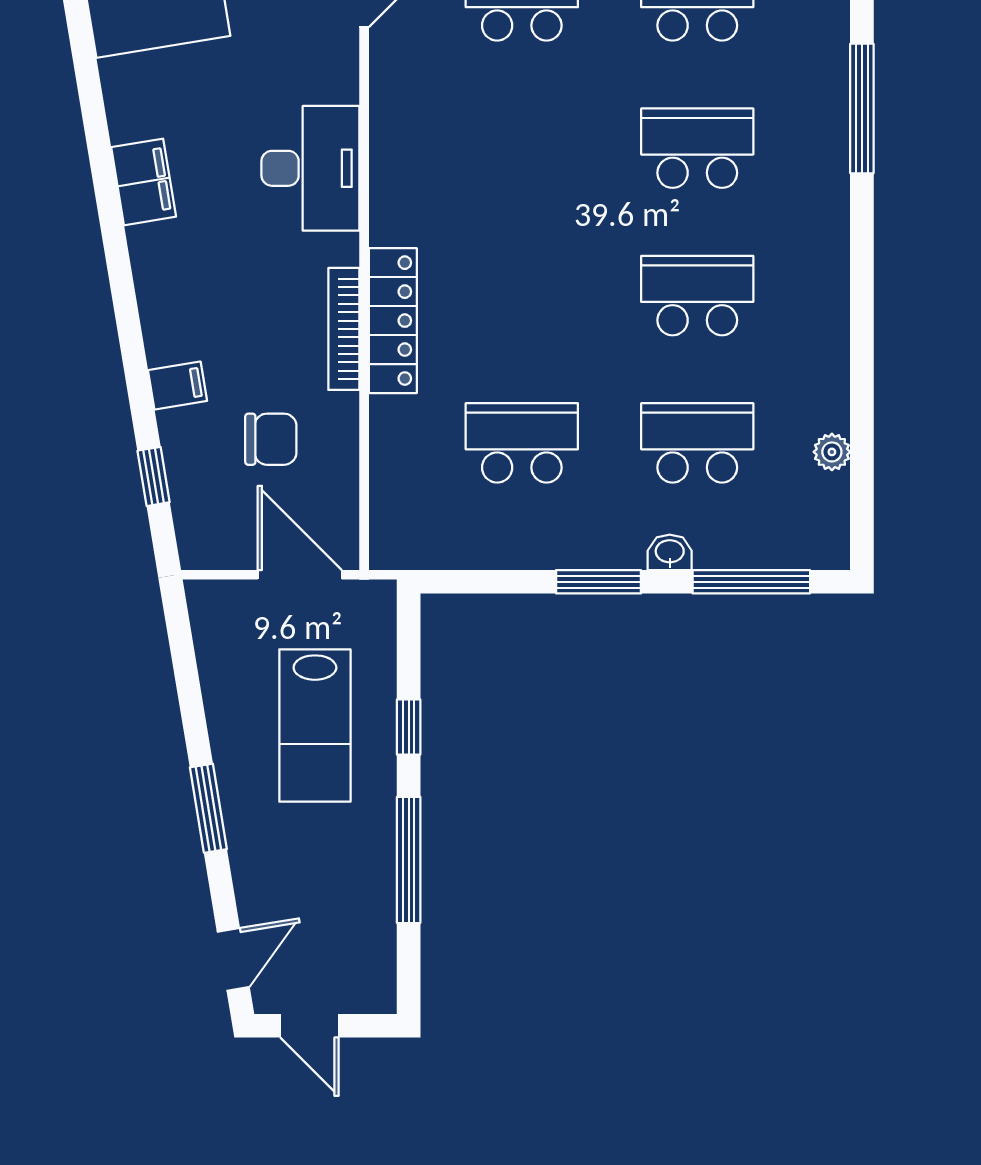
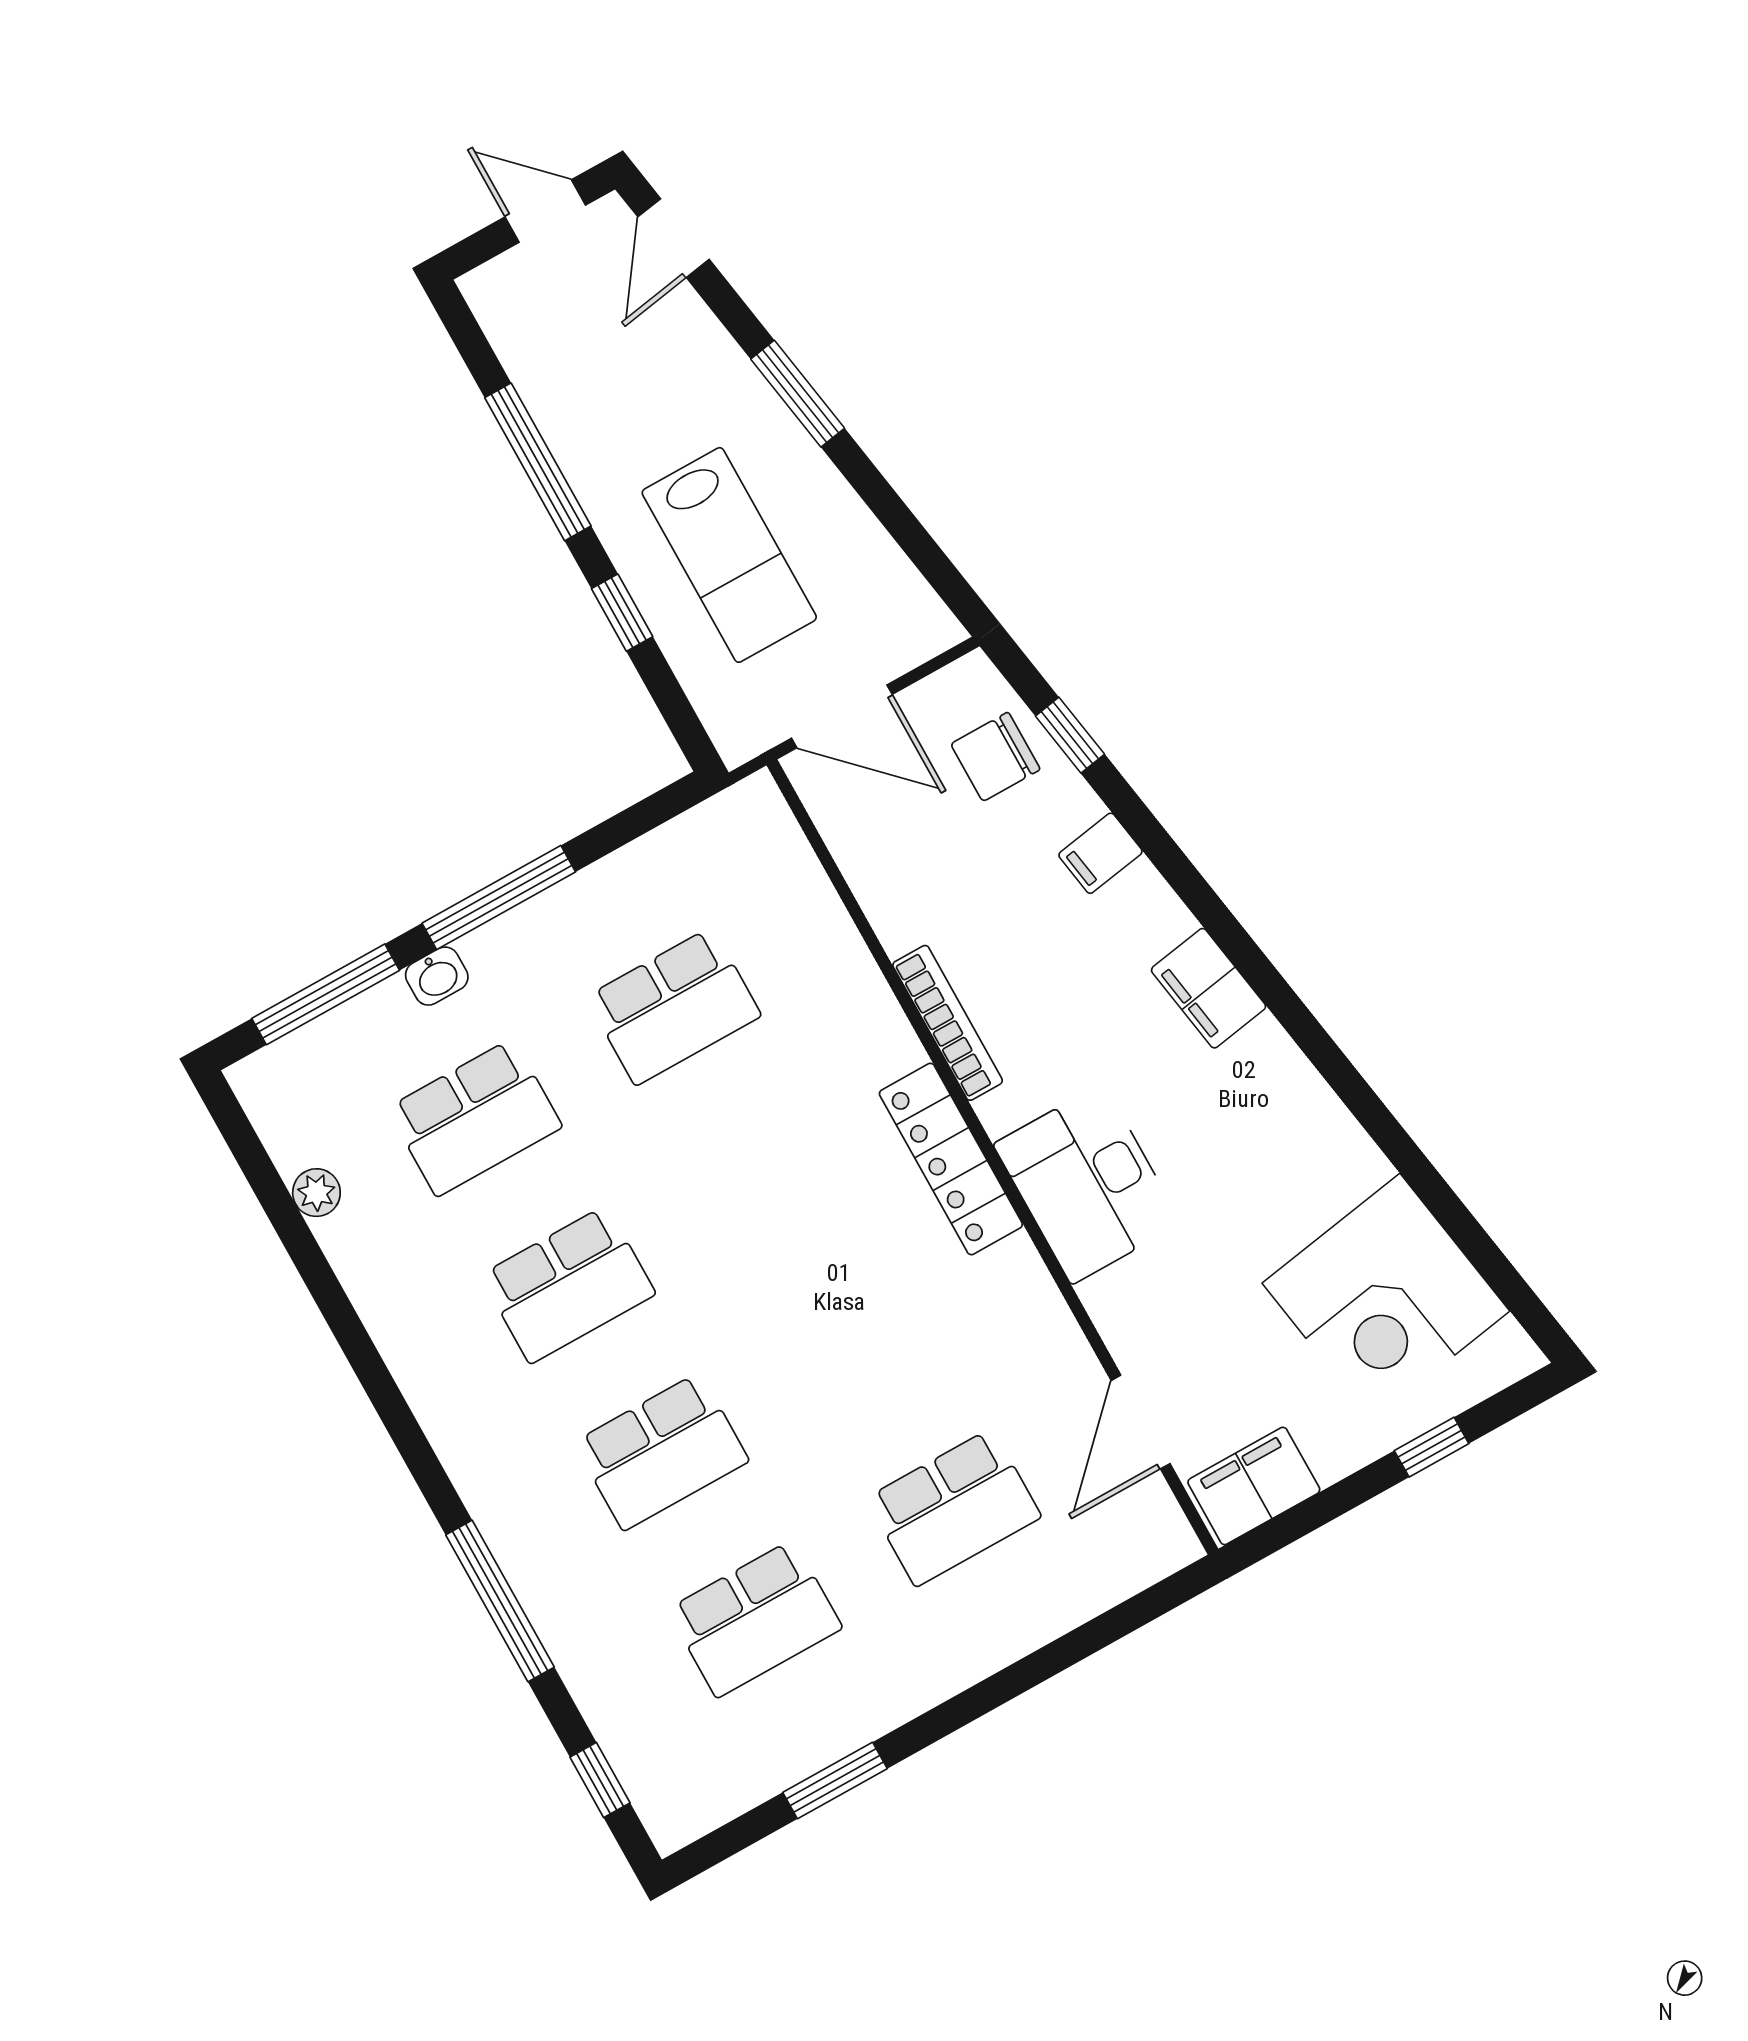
filing cabinet: (144, 182) -> (1209, 988), moved
locker: (393, 321) -> (951, 1159), moved
chair: (271, 439) -> (995, 757), moved
window: (599, 582) -> (499, 898), width x1.44
lab bench: (315, 725) -> (729, 555), turned 180

